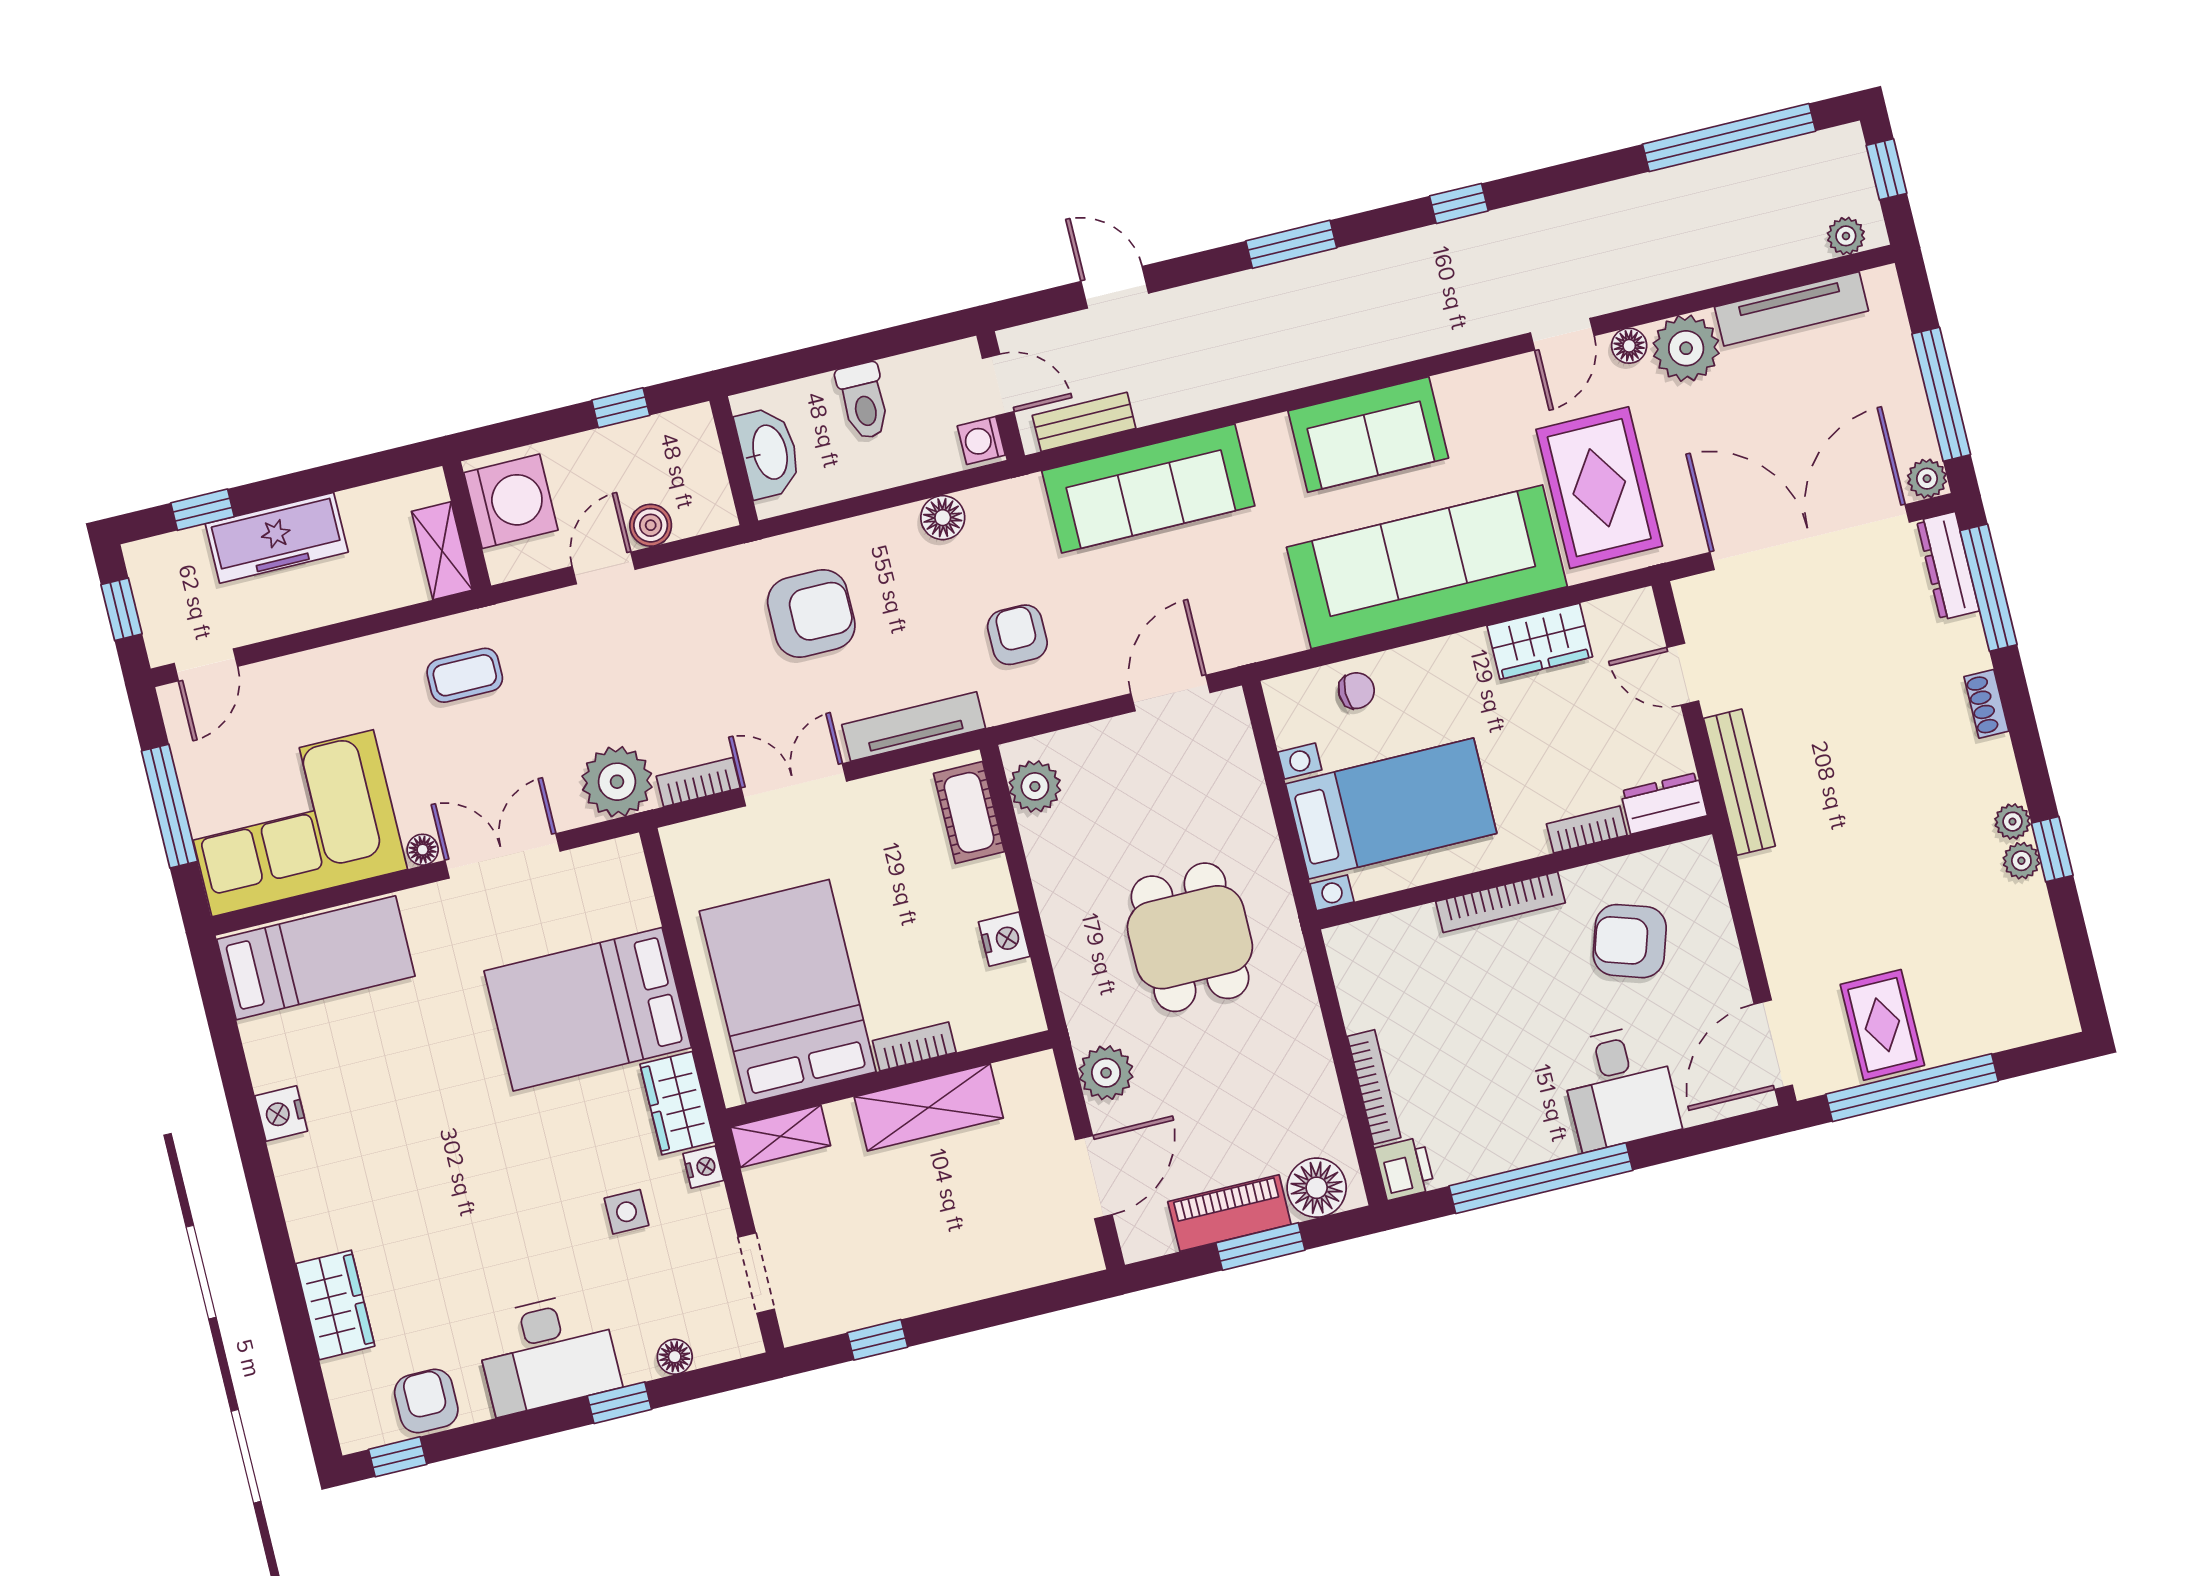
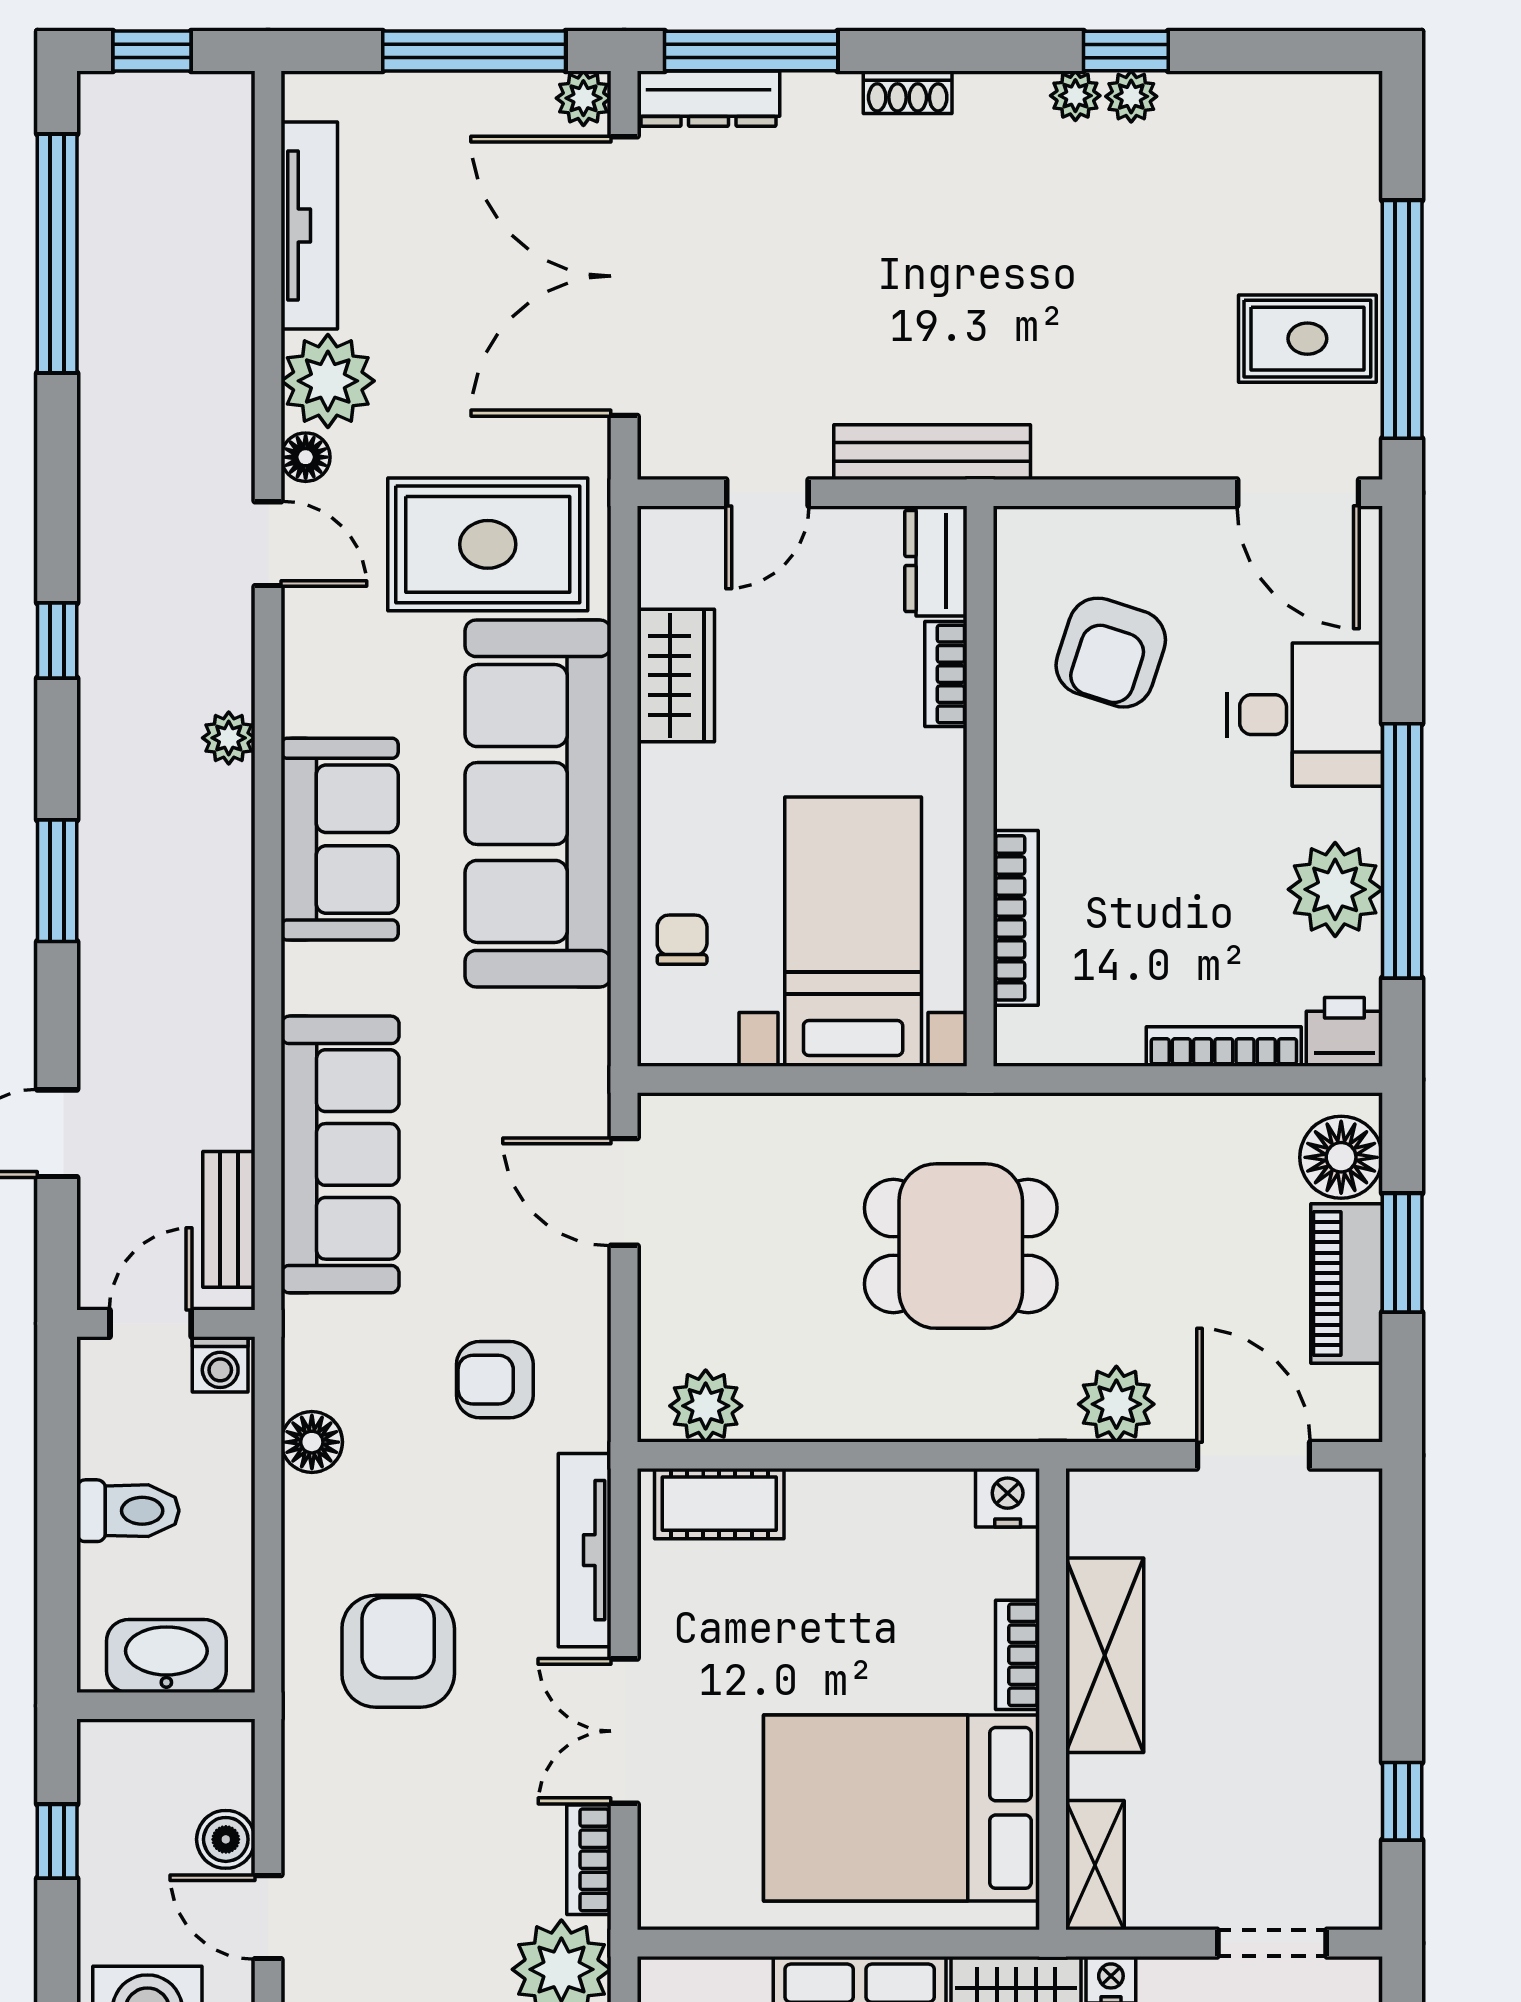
plant: (1846, 236) -> (229, 738), moved
bookcase: (1500, 902) -> (1016, 918), moved
nightstand: (1004, 939) -> (1008, 1498), moved
plant: (1503, 1138) -> (1335, 889), added

